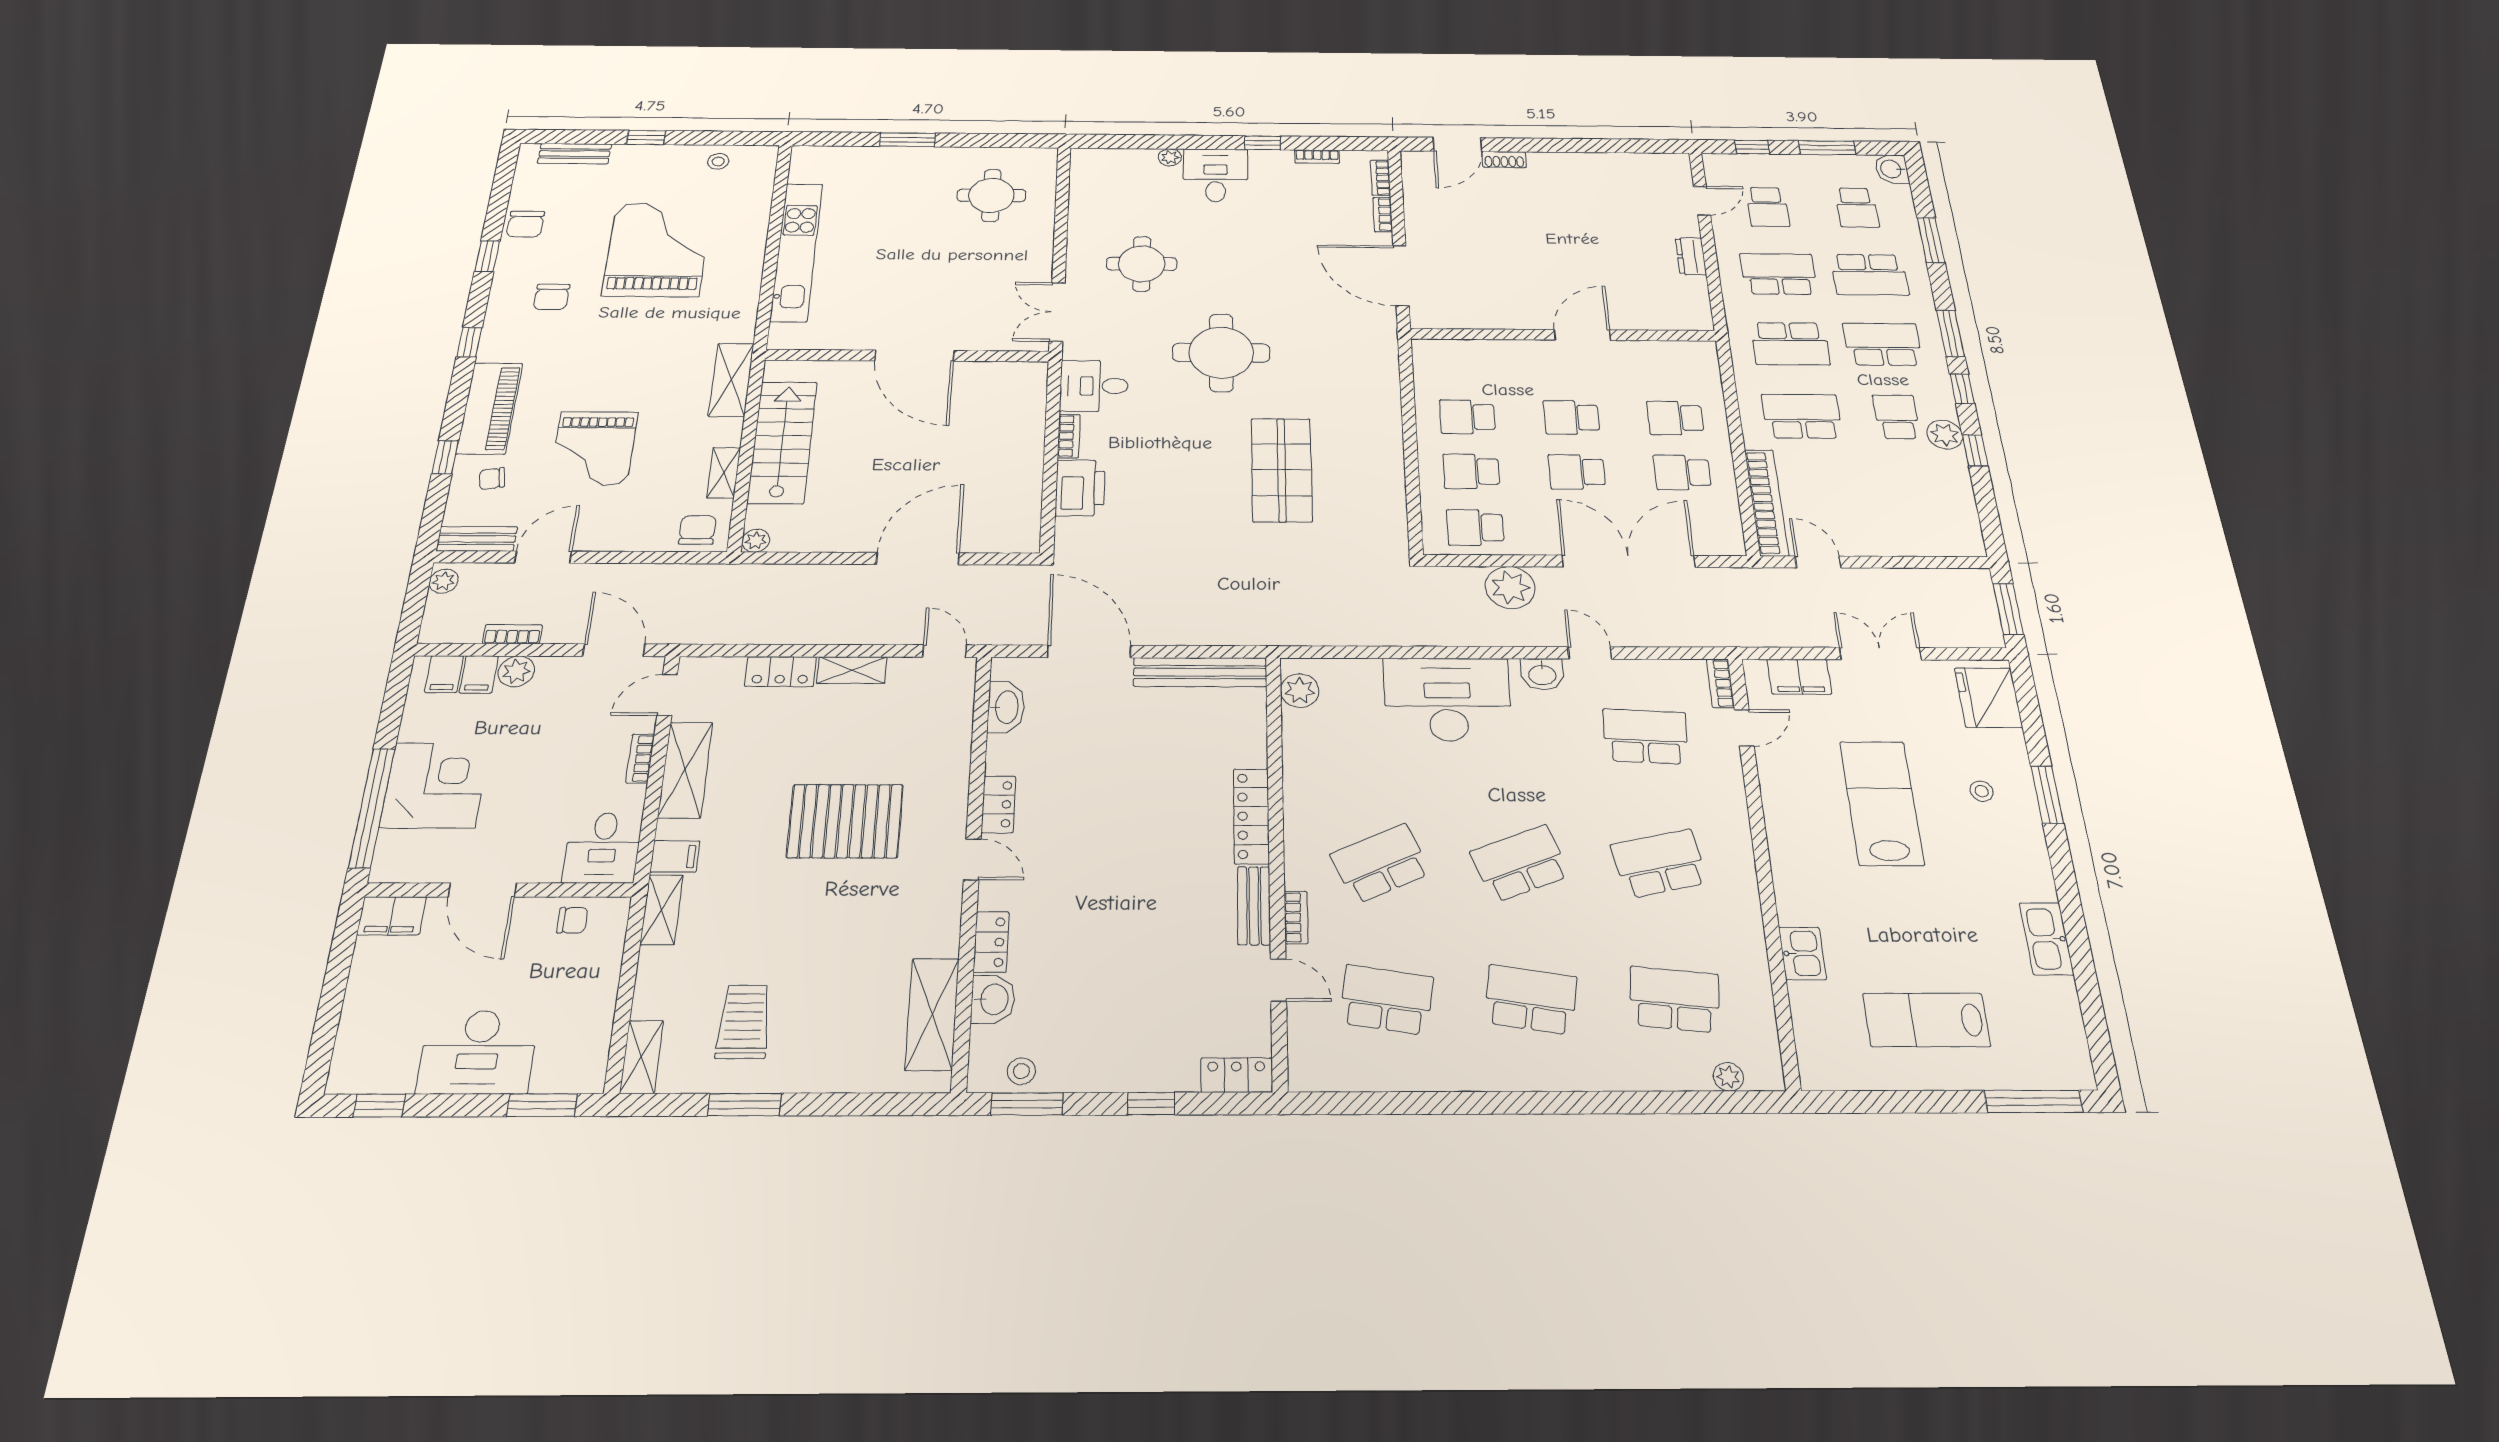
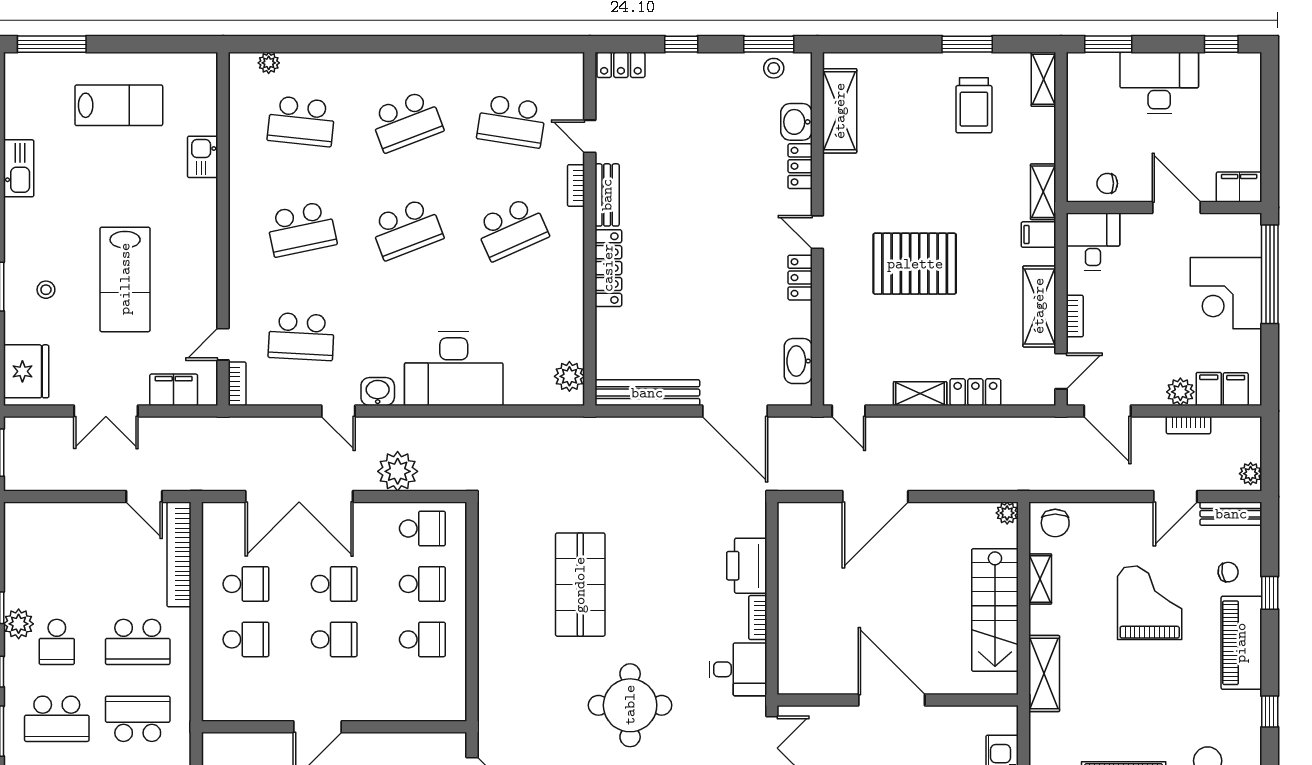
school desk: (1531, 1000) -> (406, 121), turned -30

